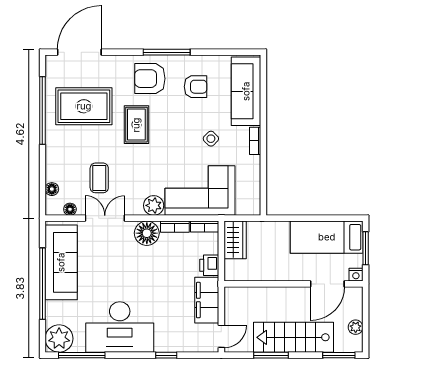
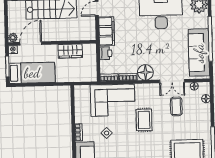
rug: (136, 125) -> (144, 120), moved
plant: (154, 205) -> (142, 90), removed
wardrobe: (235, 240) -> (70, 51), moved, turned -90
plant: (356, 327) -> (13, 38), moved

